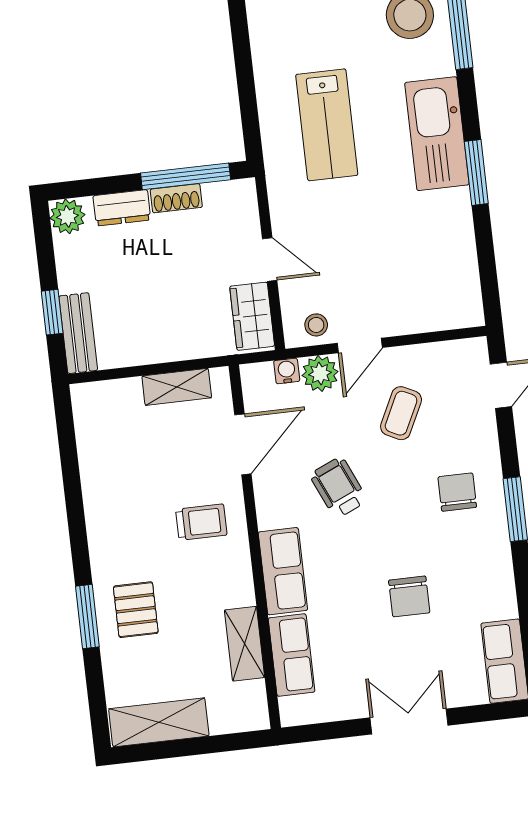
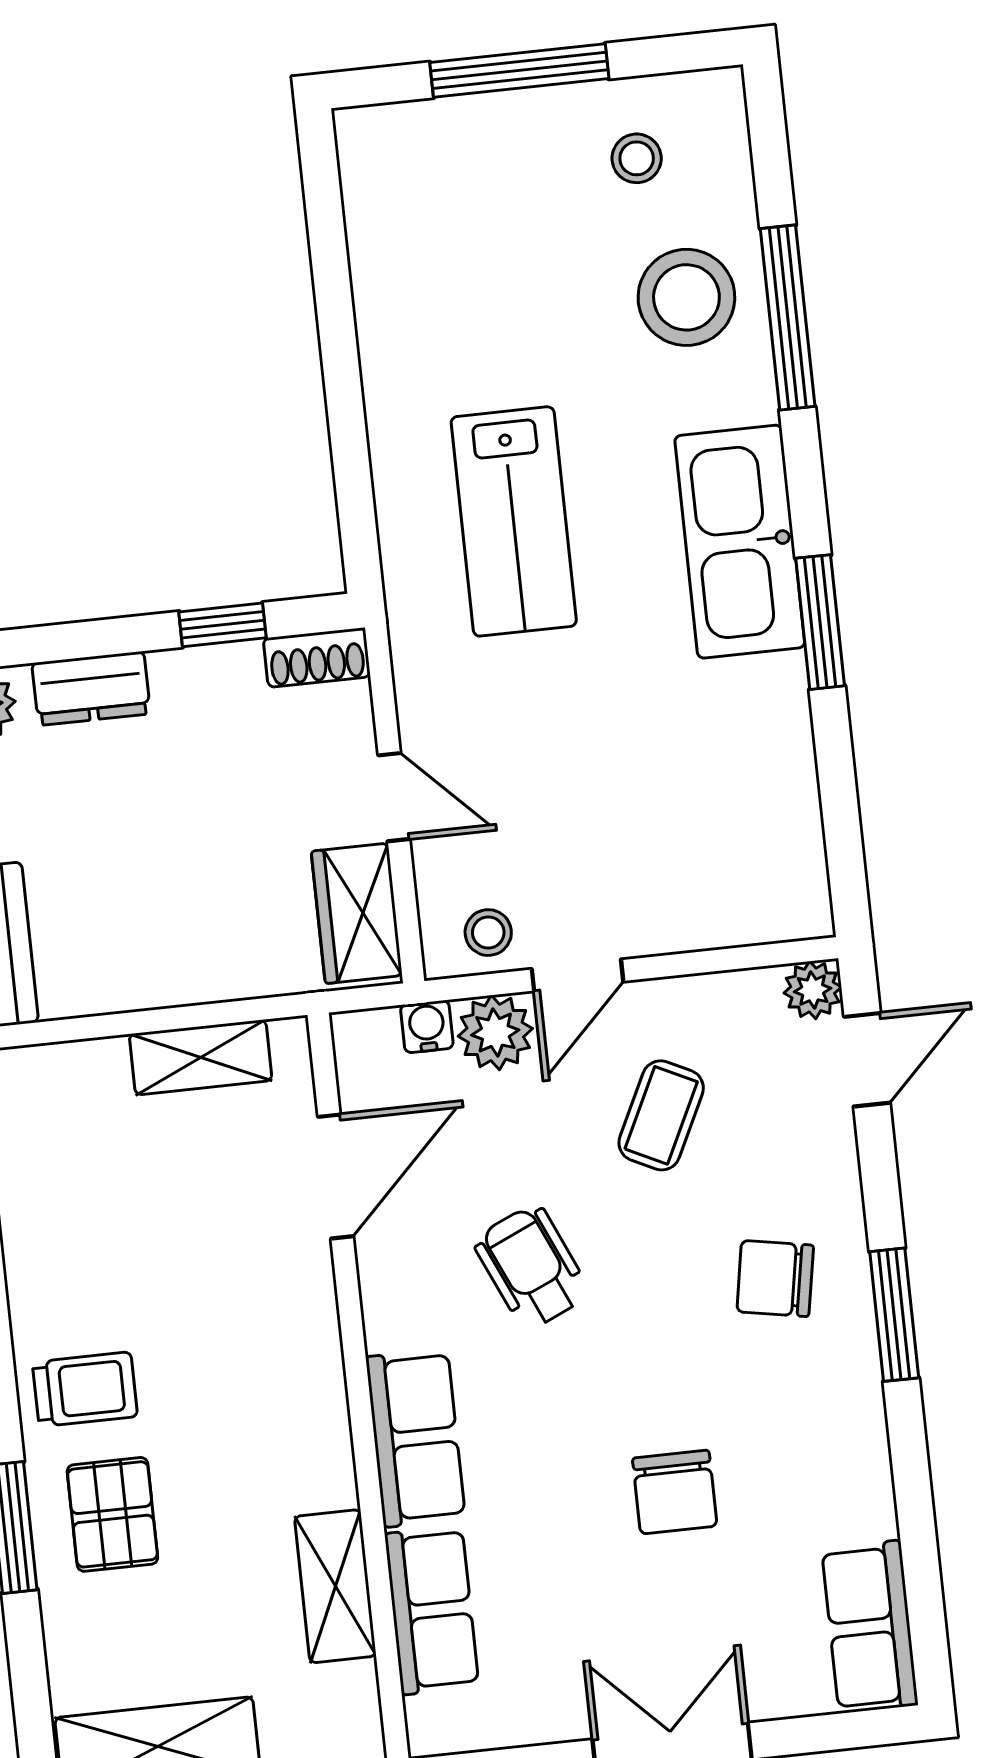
window: (186, 176) -> (222, 625), width x0.46
shoe rack: (176, 198) -> (317, 657), moved
plant: (474, 352) -> (813, 990), added
chair: (457, 492) -> (775, 1278), turned -80
trolley: (201, 522) -> (85, 1389), moved

